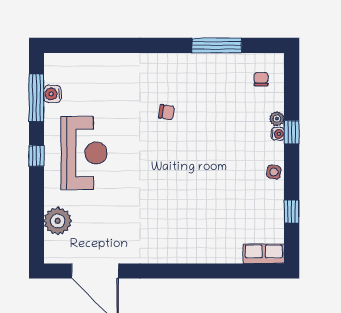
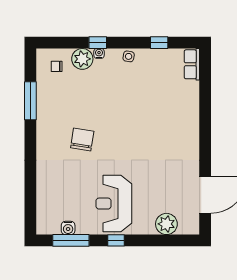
chair: (167, 112) -> (82, 140), width x1.87, depth x1.87
plant: (277, 119) -> (82, 59), width x1.87, depth x1.87
reception desk: (84, 153) -> (114, 204), turned -90

